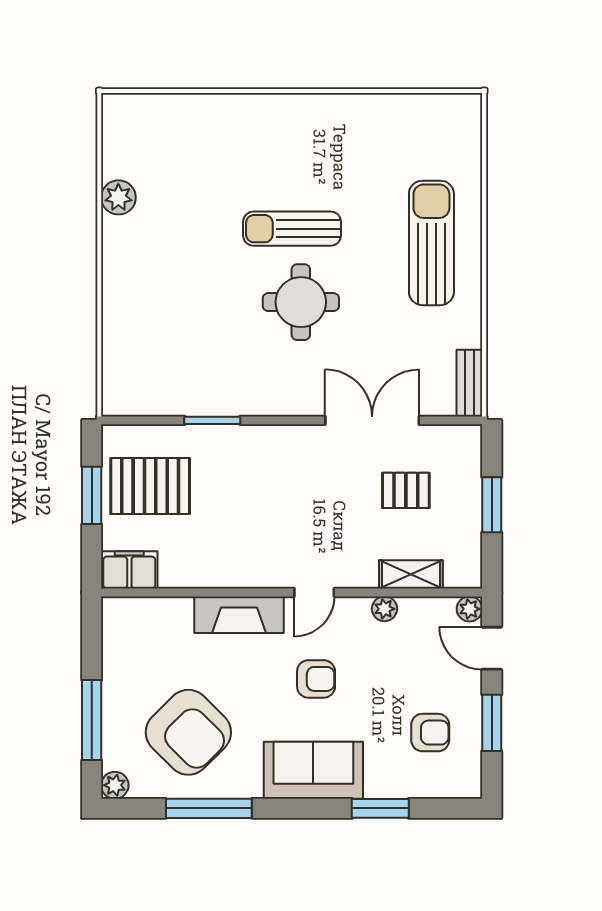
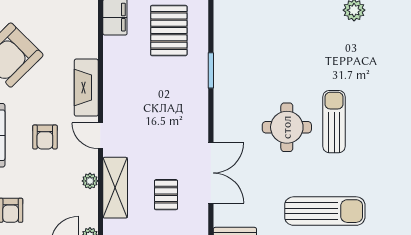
shelving: (411, 574) -> (115, 188), width x1.50, depth x1.33

